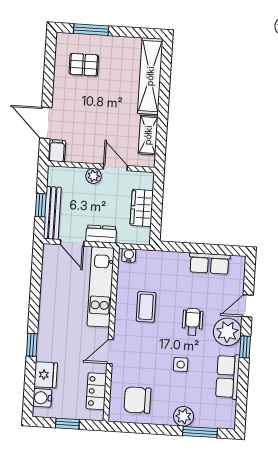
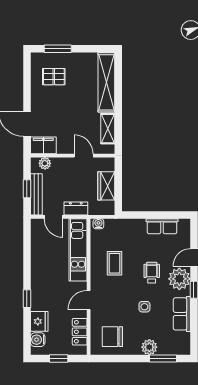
filing cabinet: (57, 151) -> (43, 145), width x2.00
plant: (93, 176) -> (45, 163), moved

